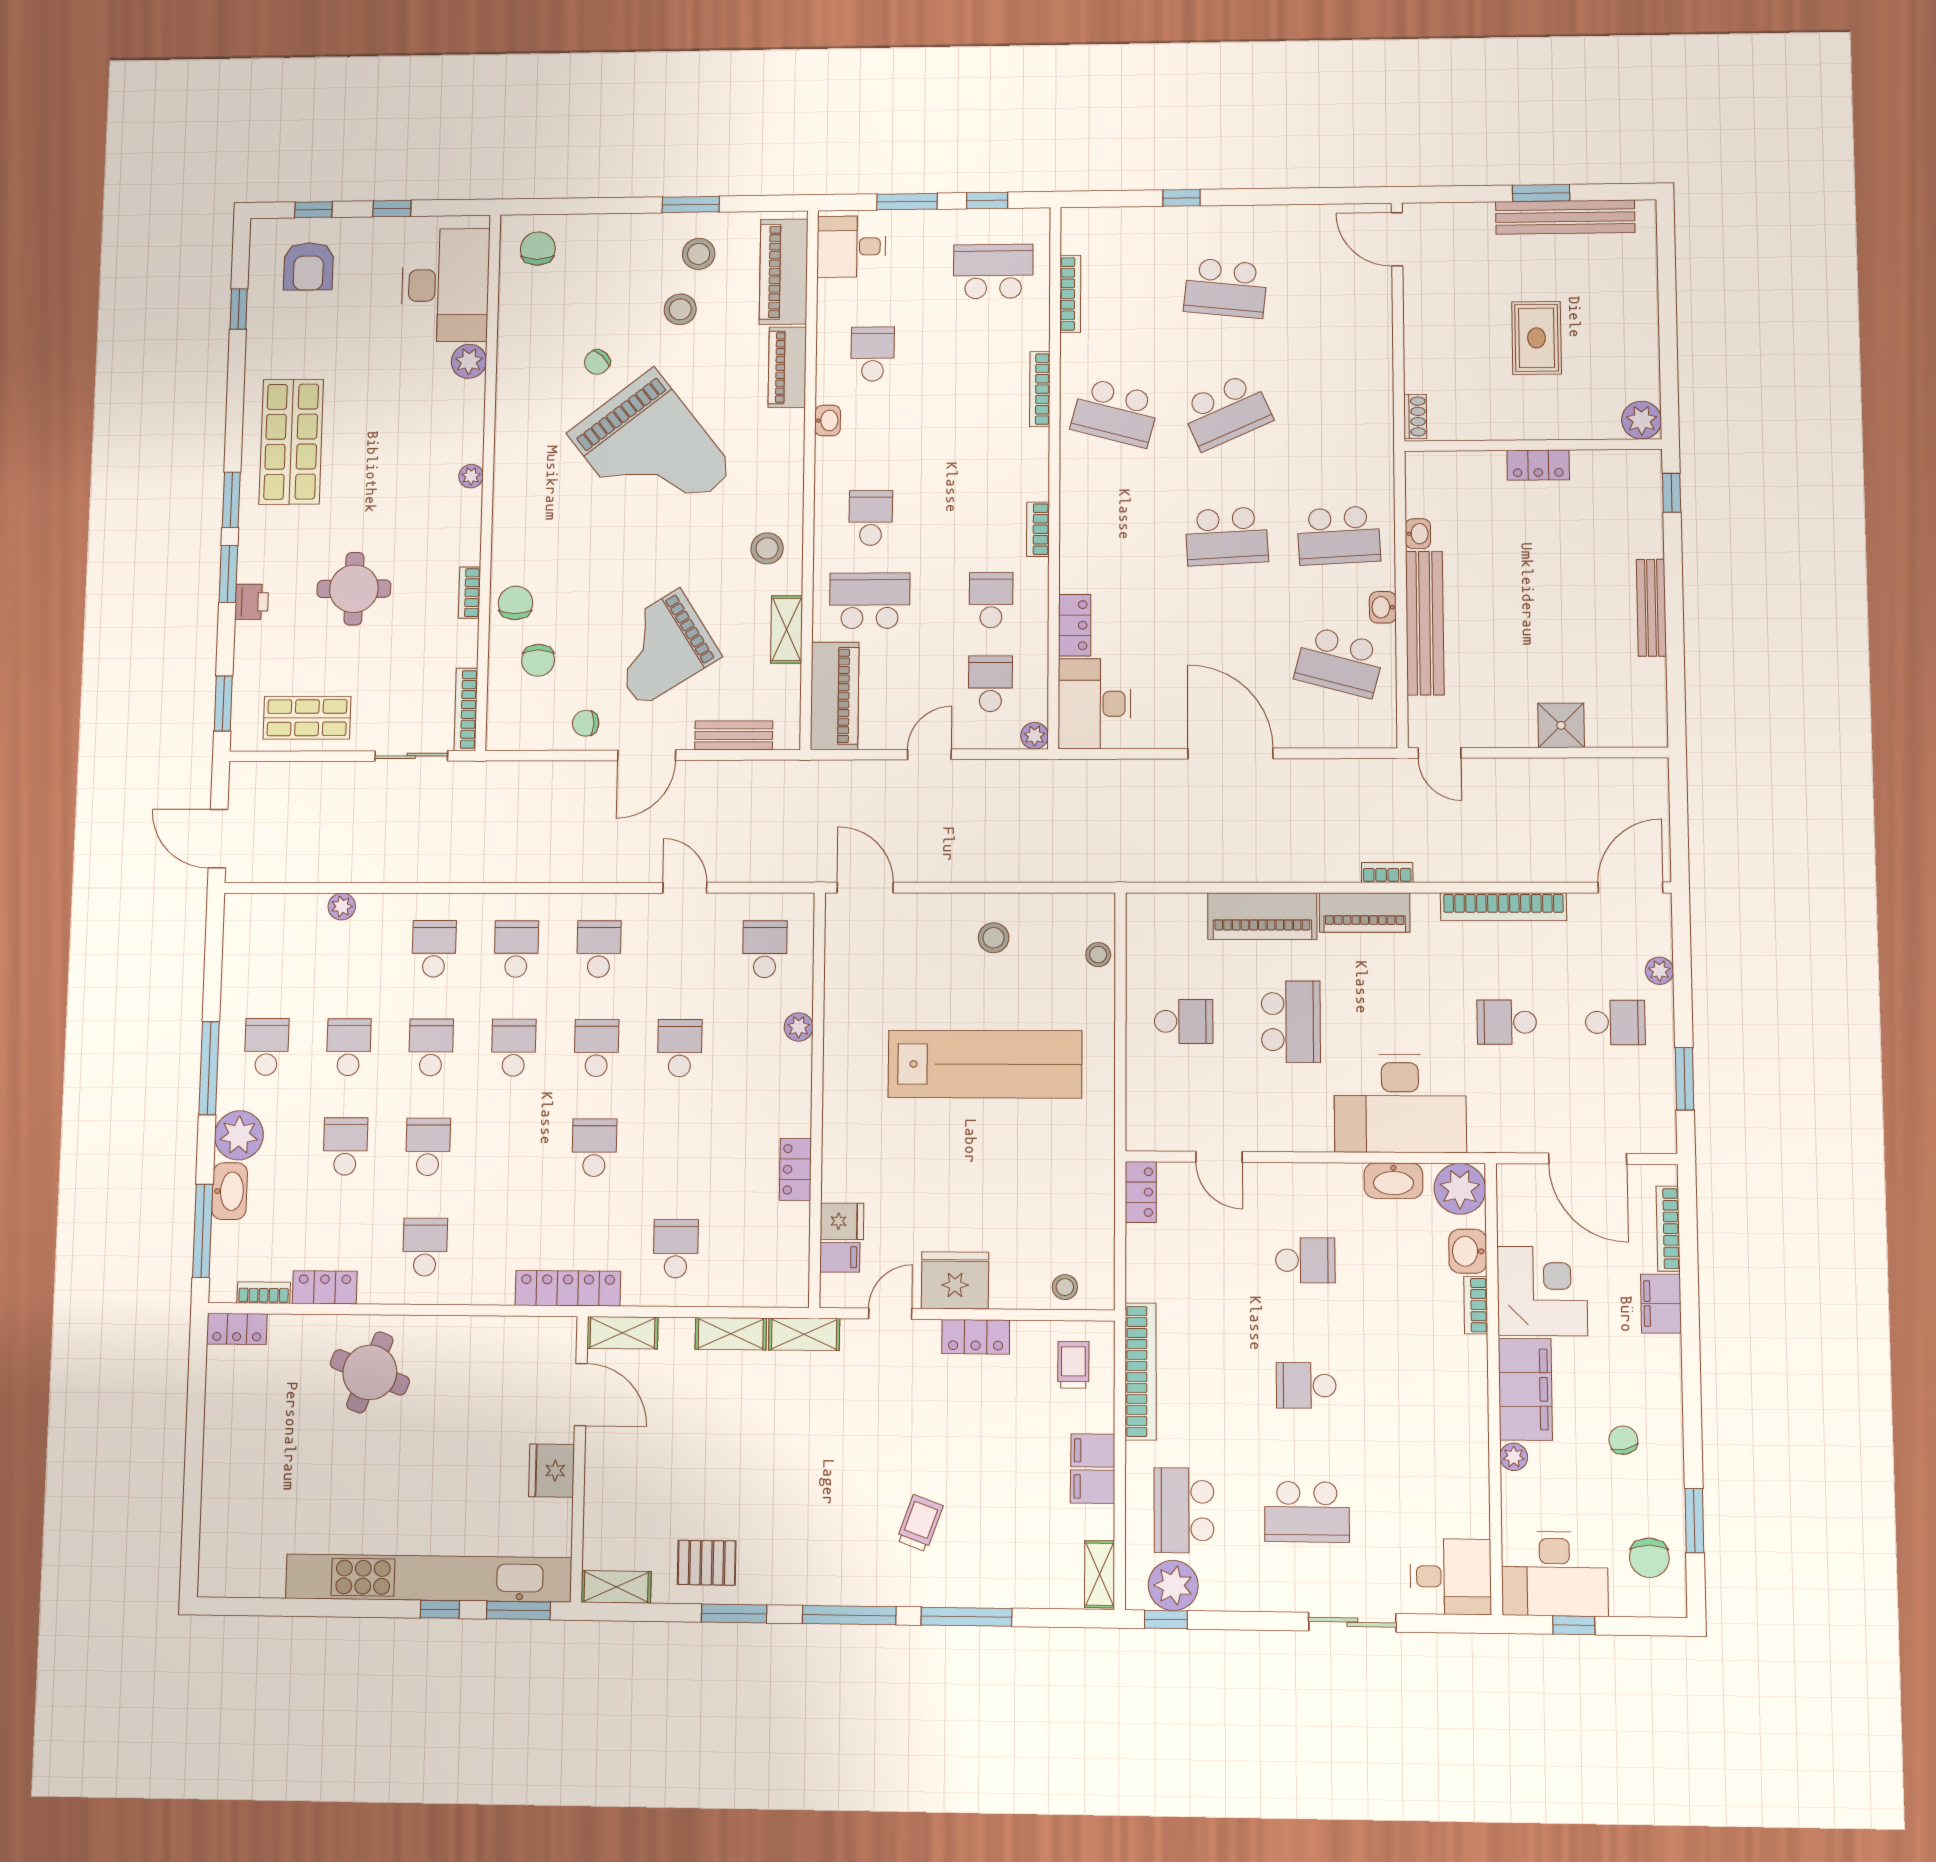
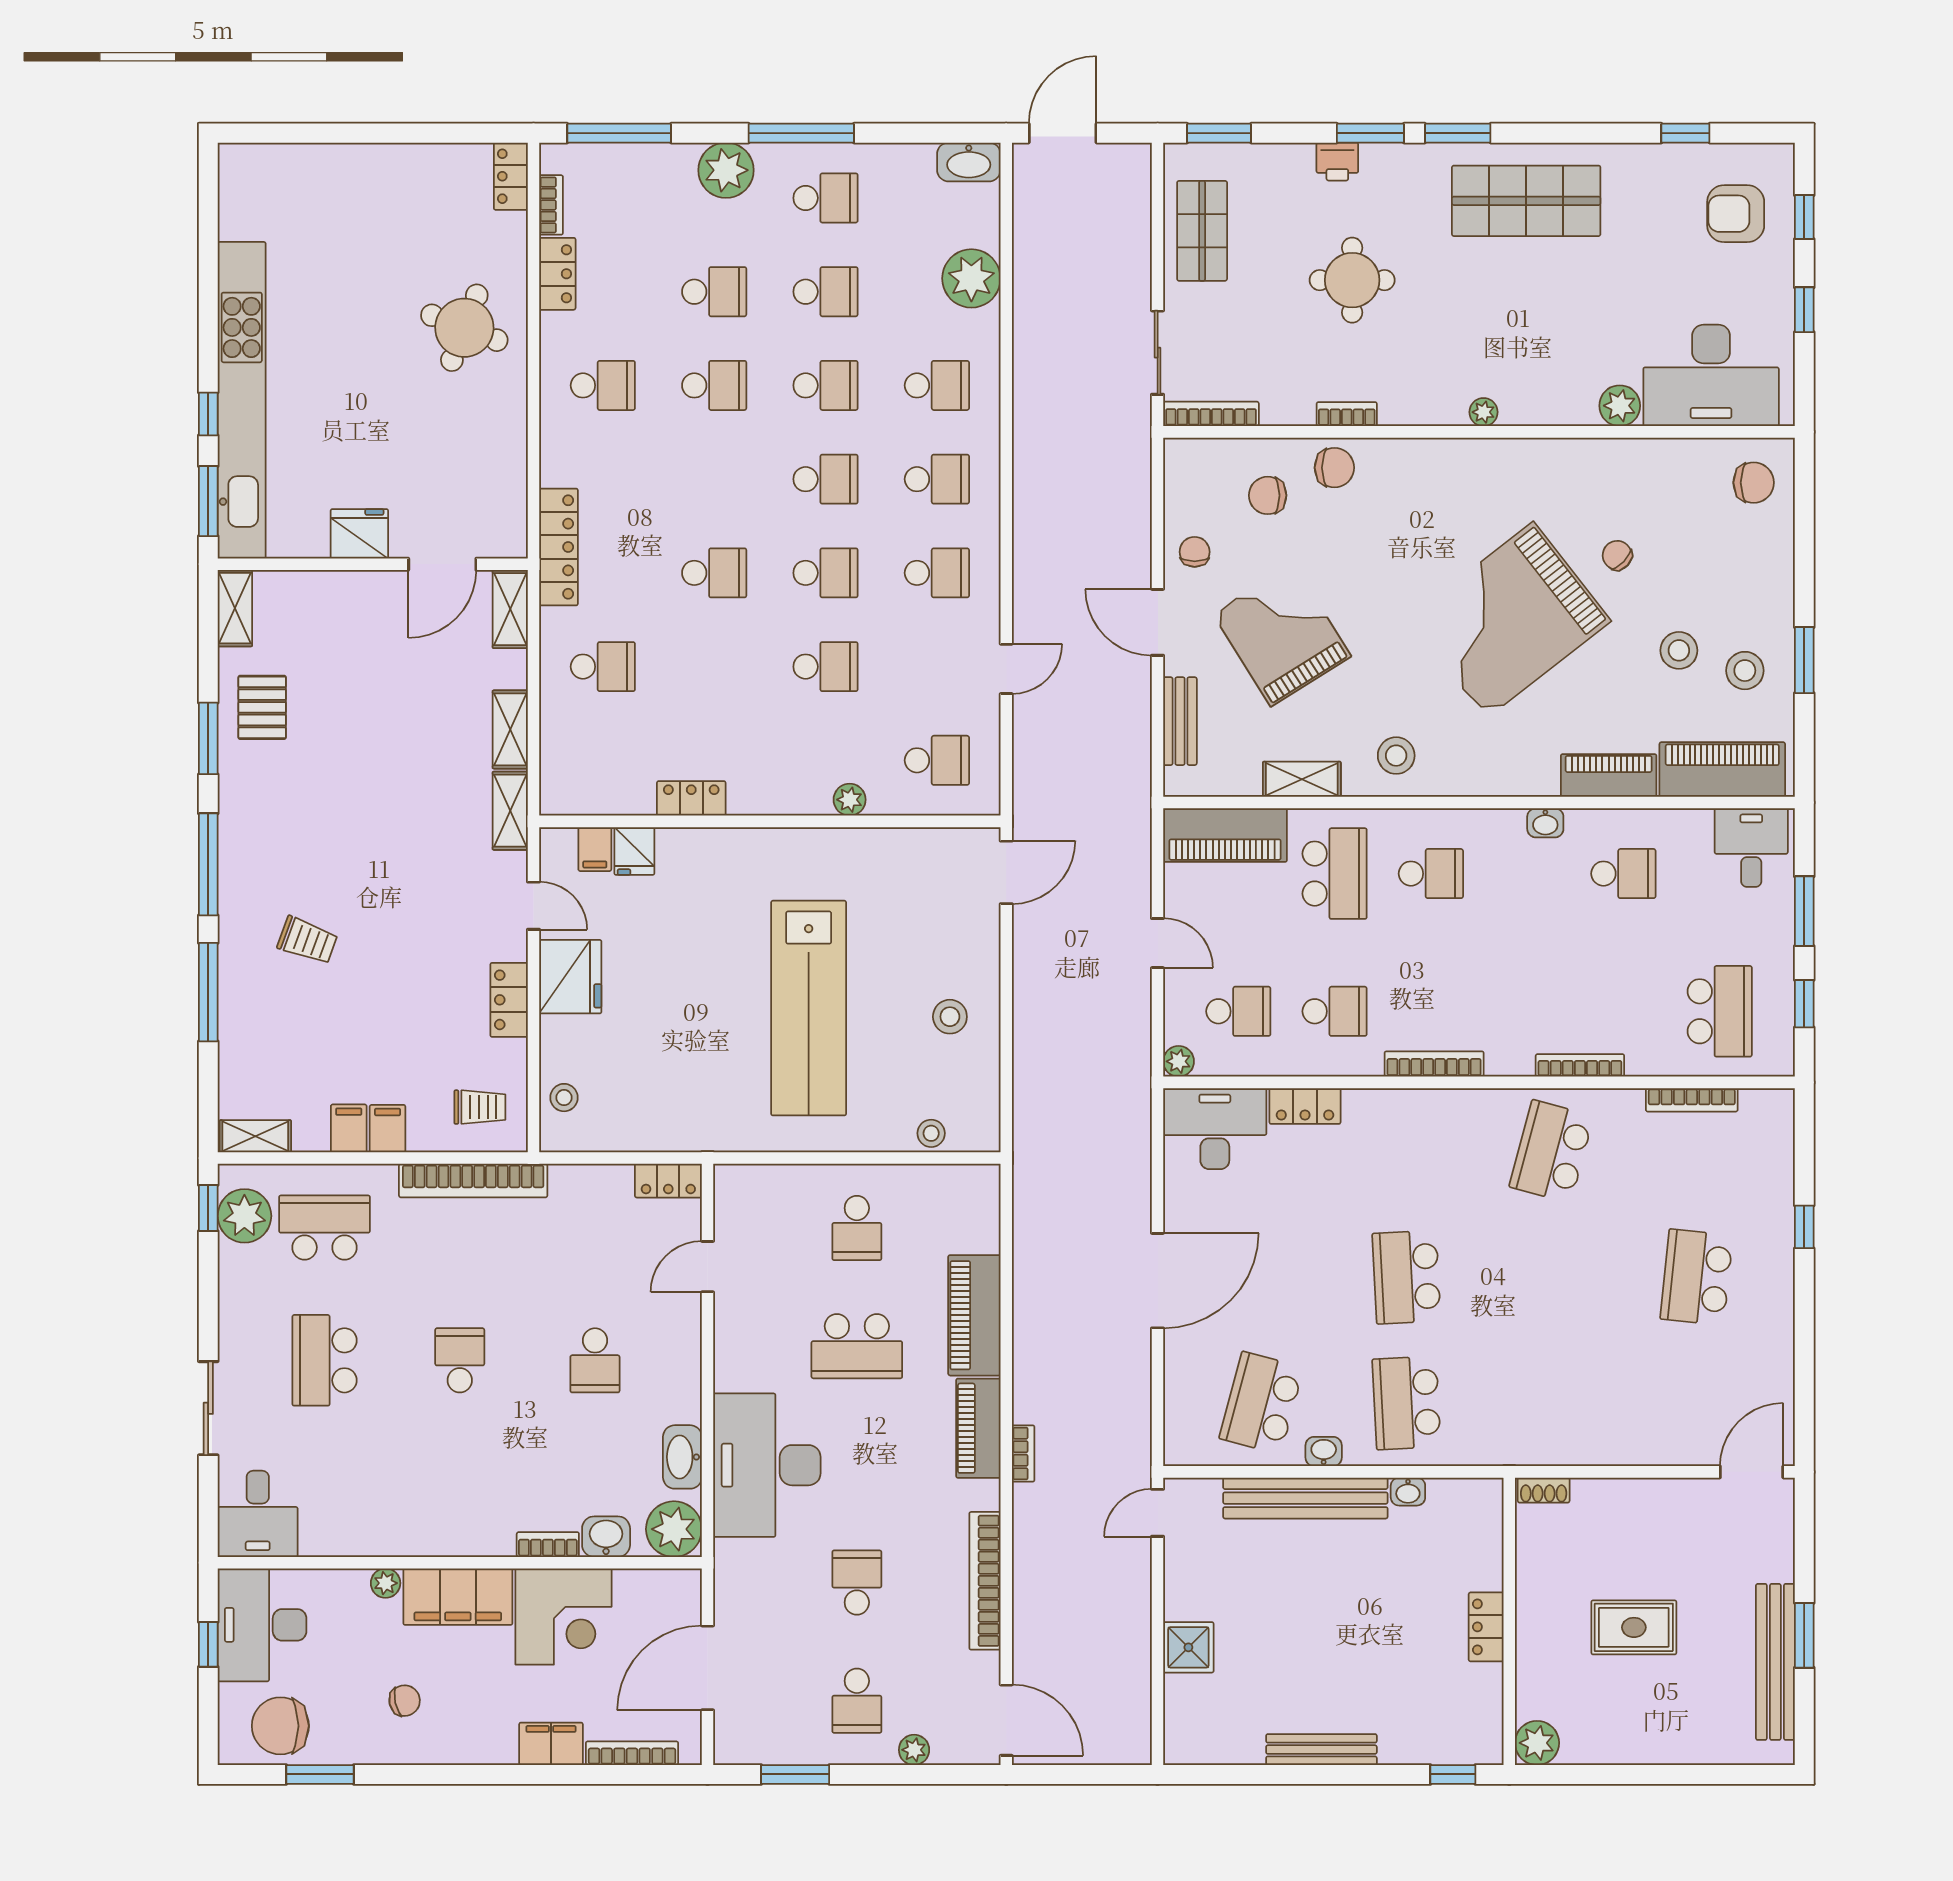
school desk: (1226, 412) -> (1552, 1277), removed
bookcase: (1038, 529) -> (1434, 1064), width x1.56
plant: (342, 906) -> (971, 278), width x1.87, depth x1.87
washbasin: (230, 1191) -> (969, 162), moved
chair: (1649, 1558) -> (280, 1726), width x1.37, depth x1.37

